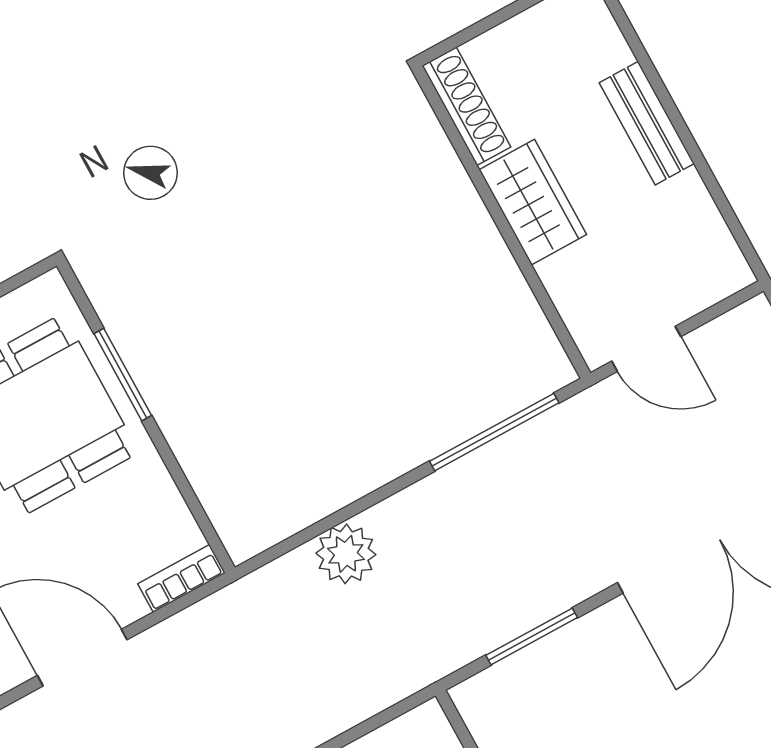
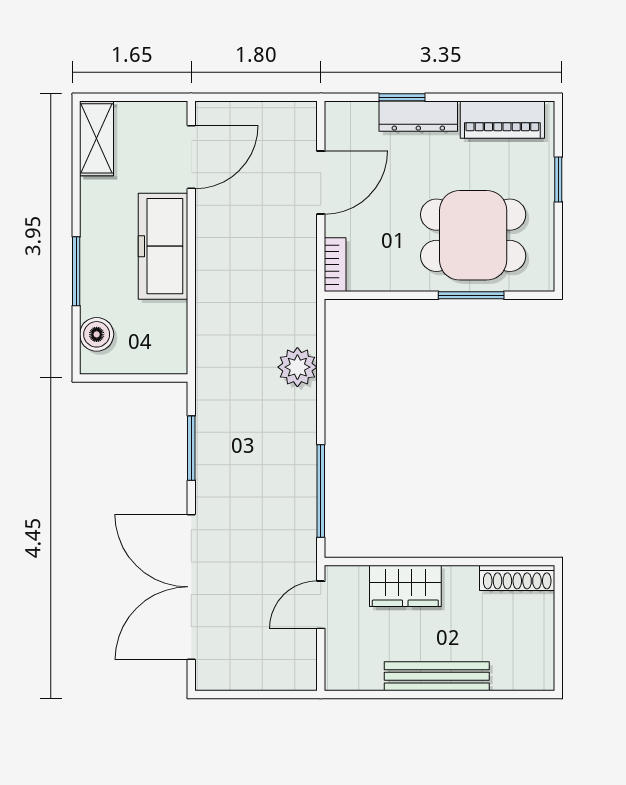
bench: (647, 123) -> (437, 676), width x1.36
wardrobe: (533, 202) -> (405, 586), moved

